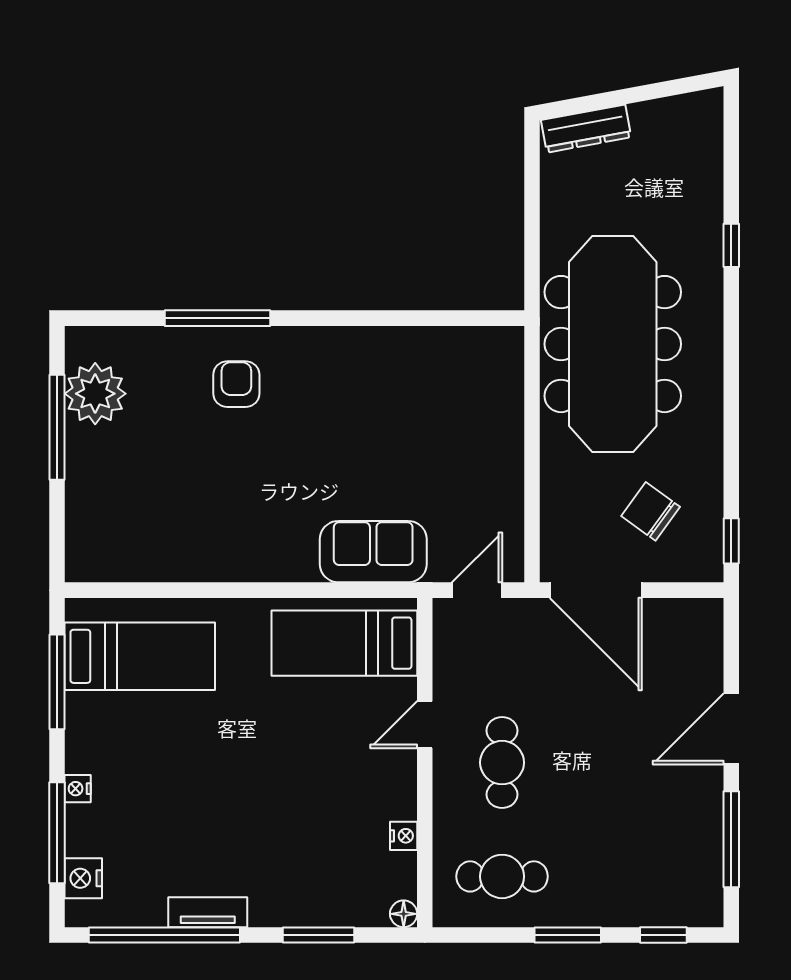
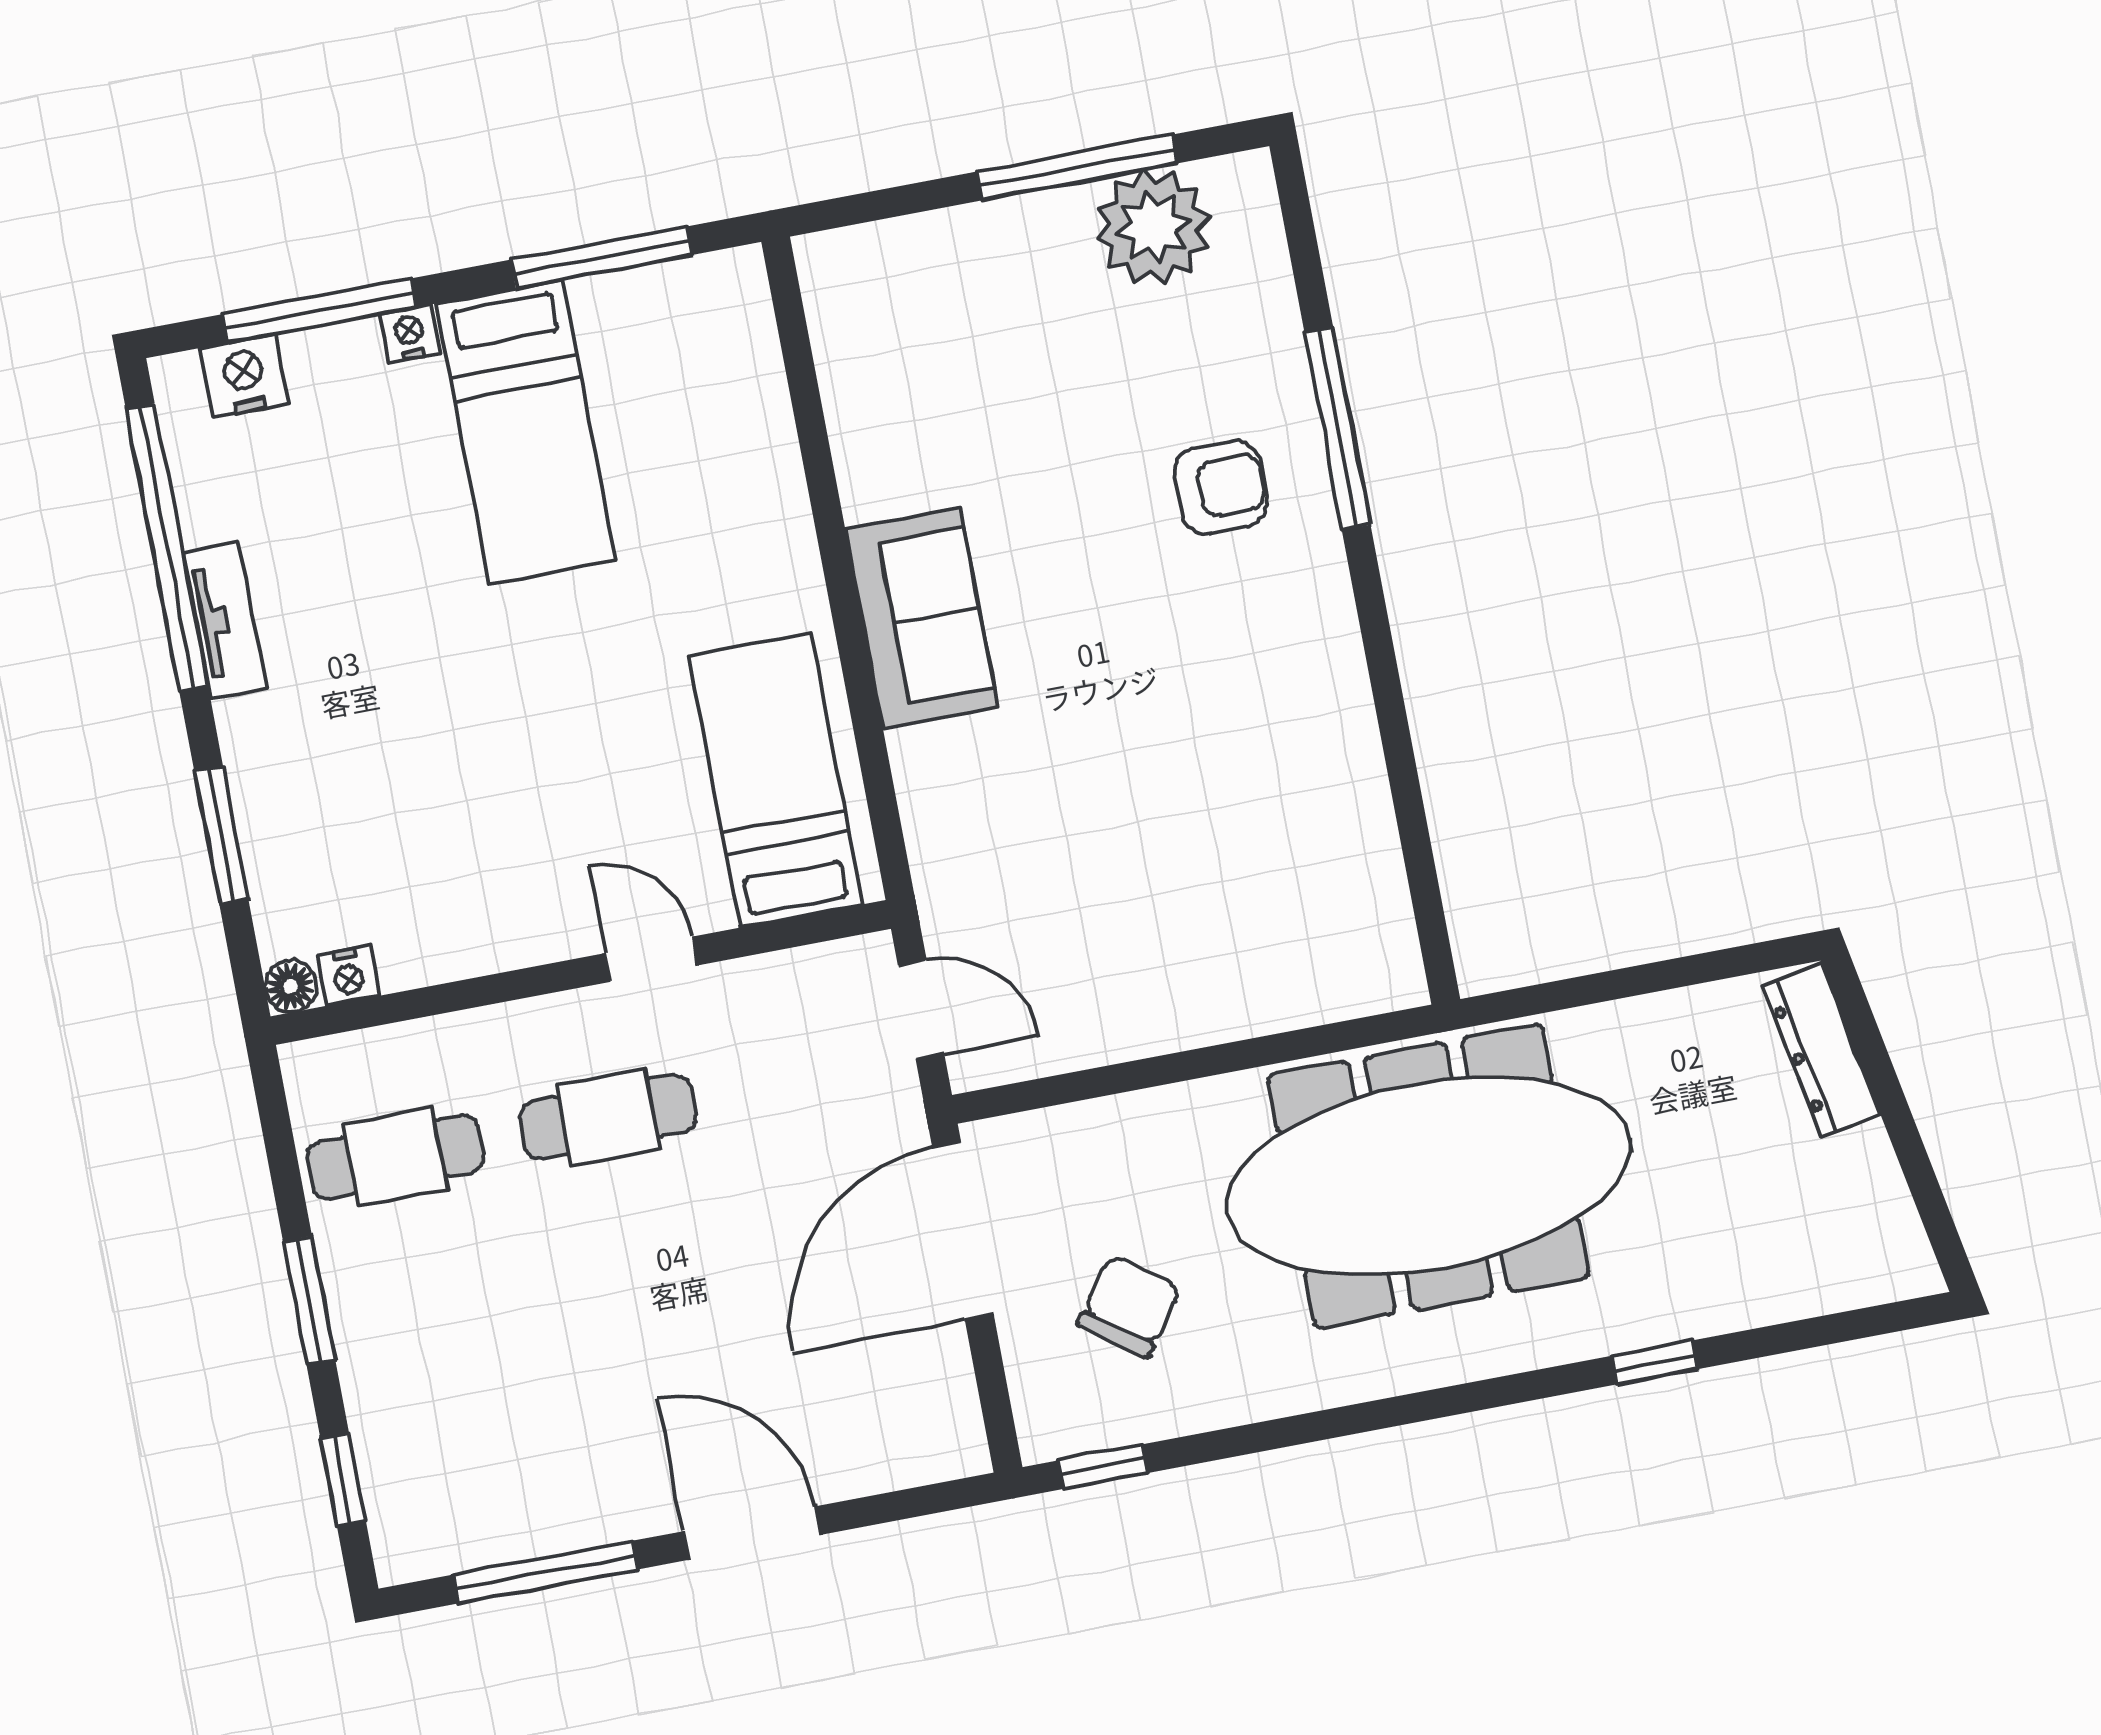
sofa: (373, 552) -> (922, 618), moved
bed: (140, 656) -> (526, 432), moved
nightstand: (404, 836) -> (348, 976), moved
cafe table: (502, 876) -> (395, 1157), turned 90

